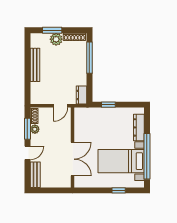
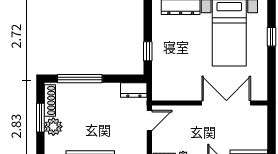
window: (52, 30) -> (40, 118), moved
door: (60, 106) -> (149, 120), hinge flipped

